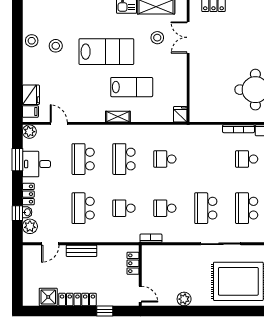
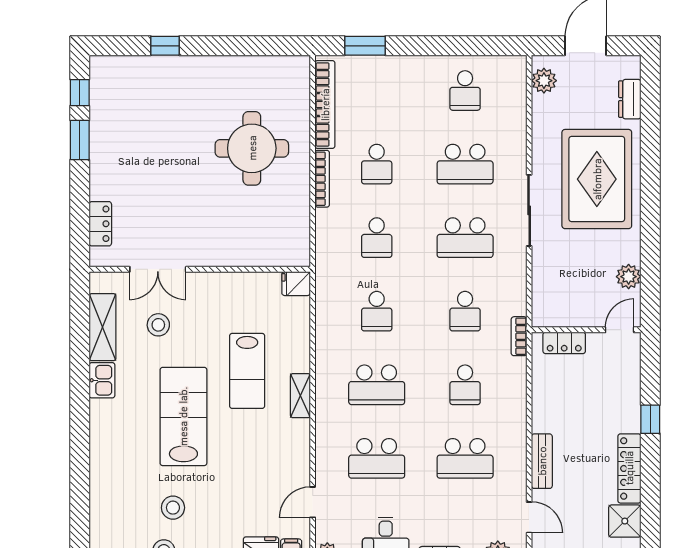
lab bench: (132, 87) -> (247, 371), turned 180
school desk: (206, 159) -> (377, 238), added
locker: (133, 263) -> (564, 343), moved
wall: (140, 275) -> (586, 330), moved
door: (140, 294) -> (620, 330), moved

